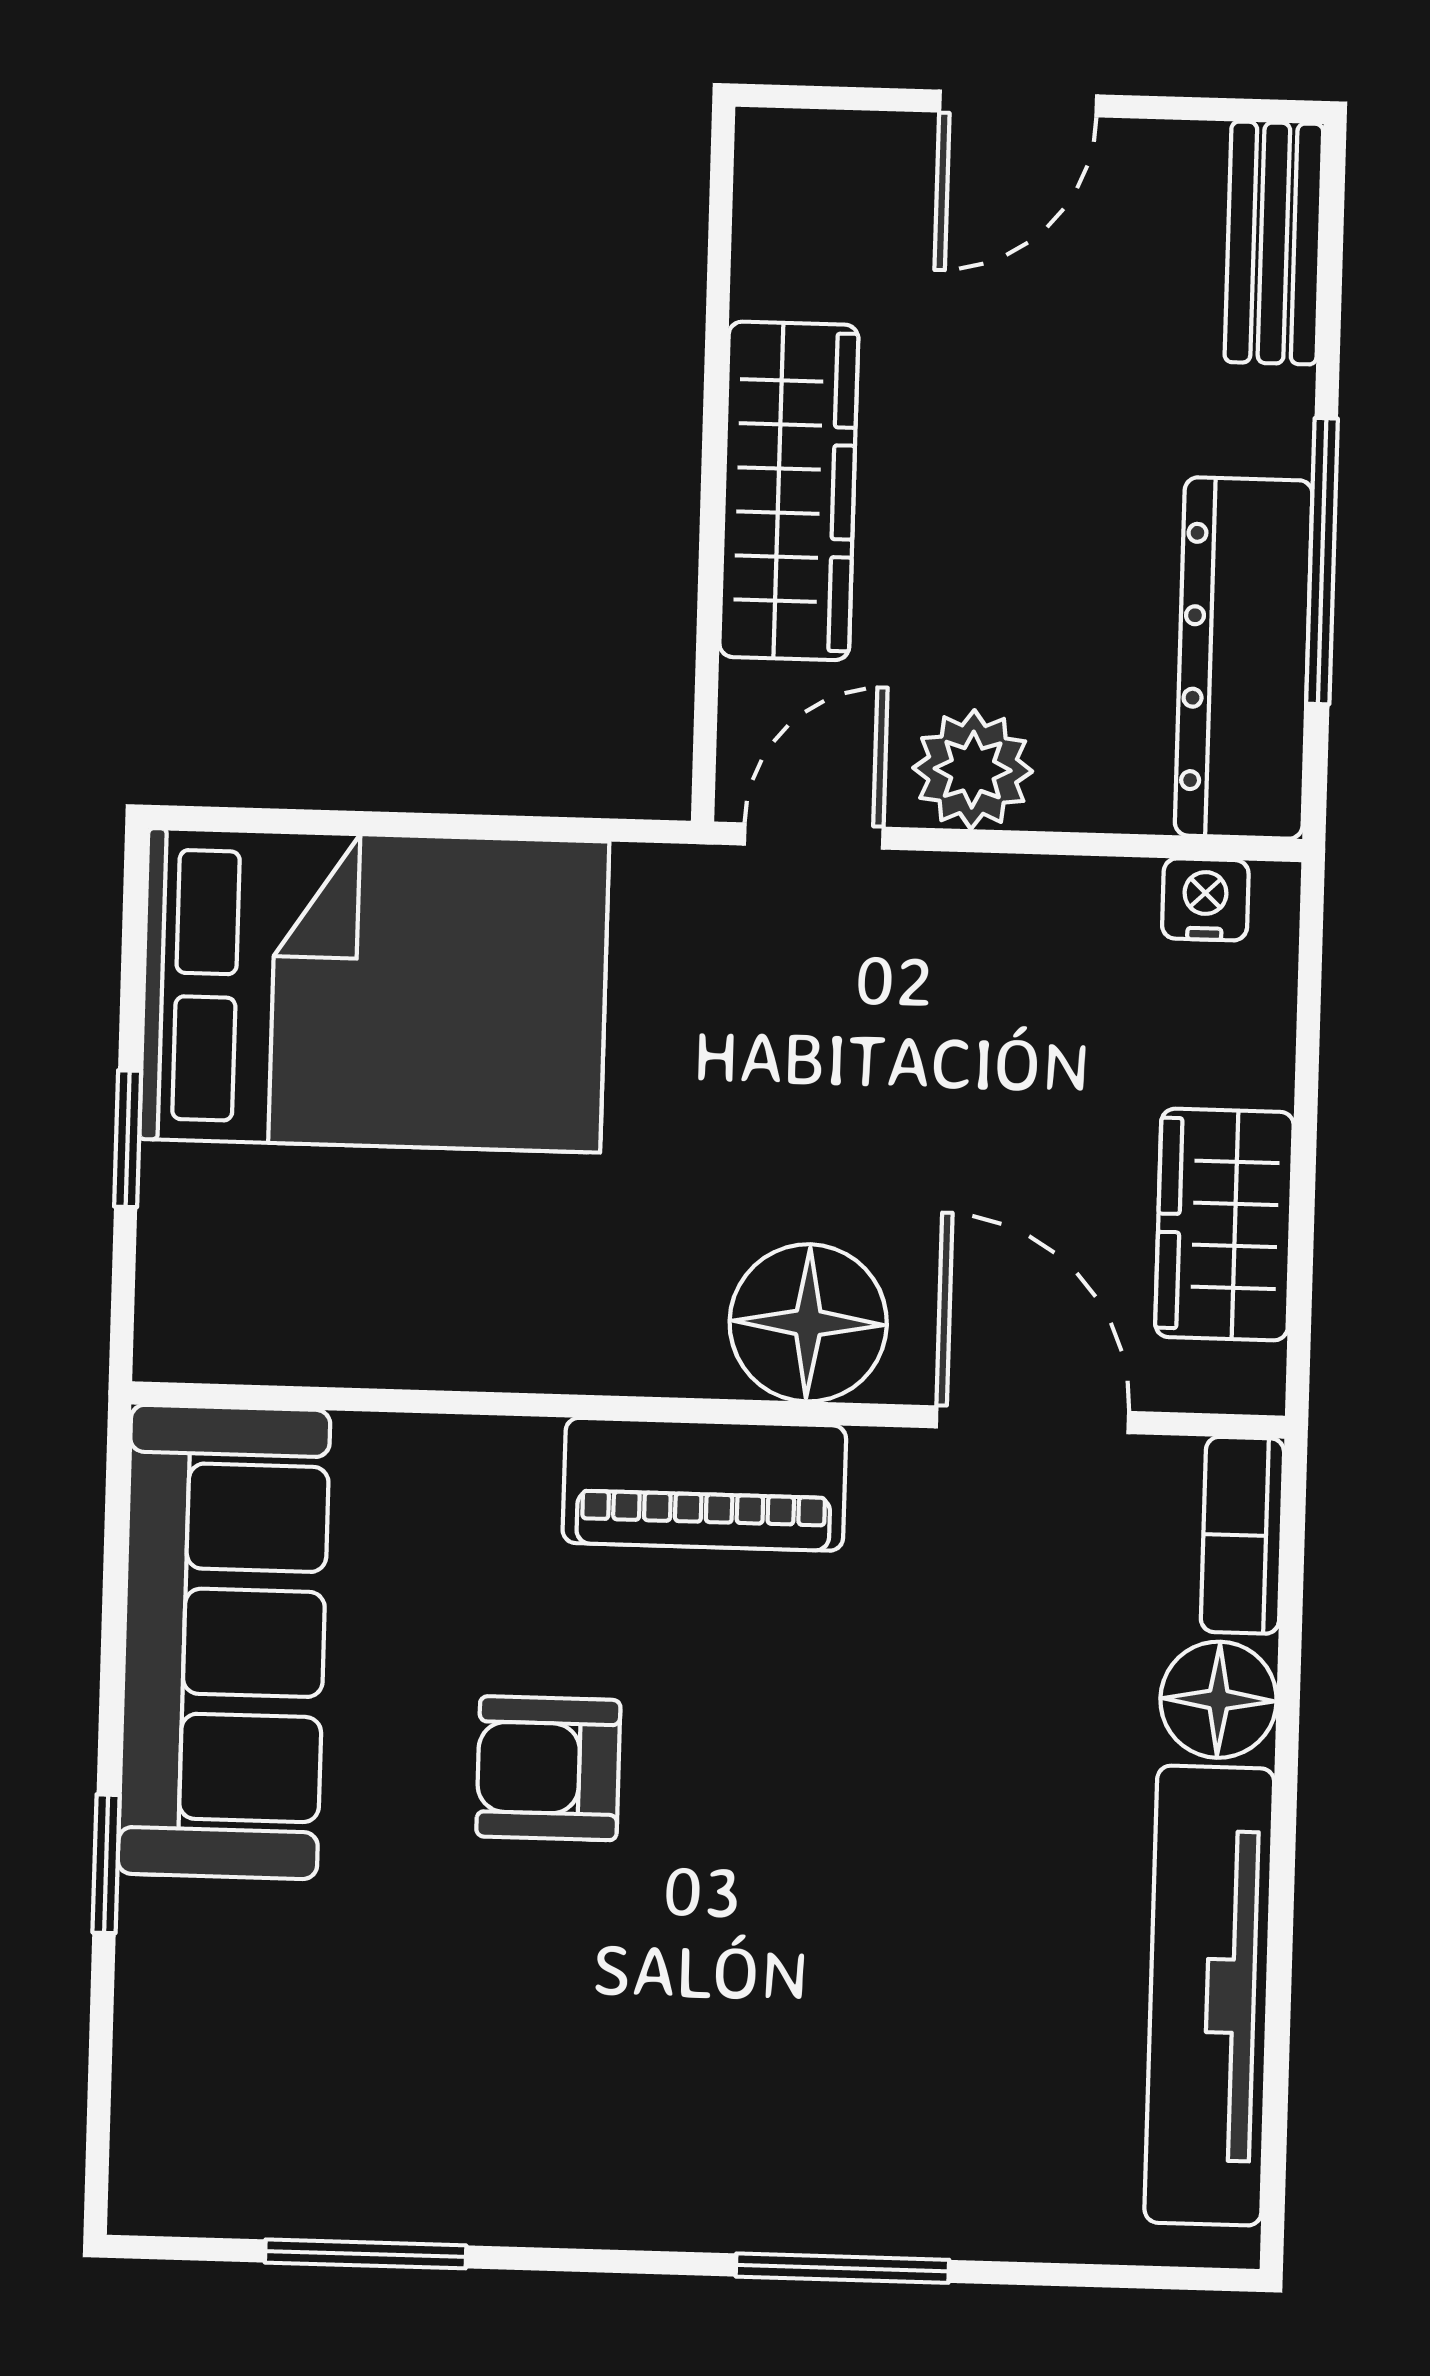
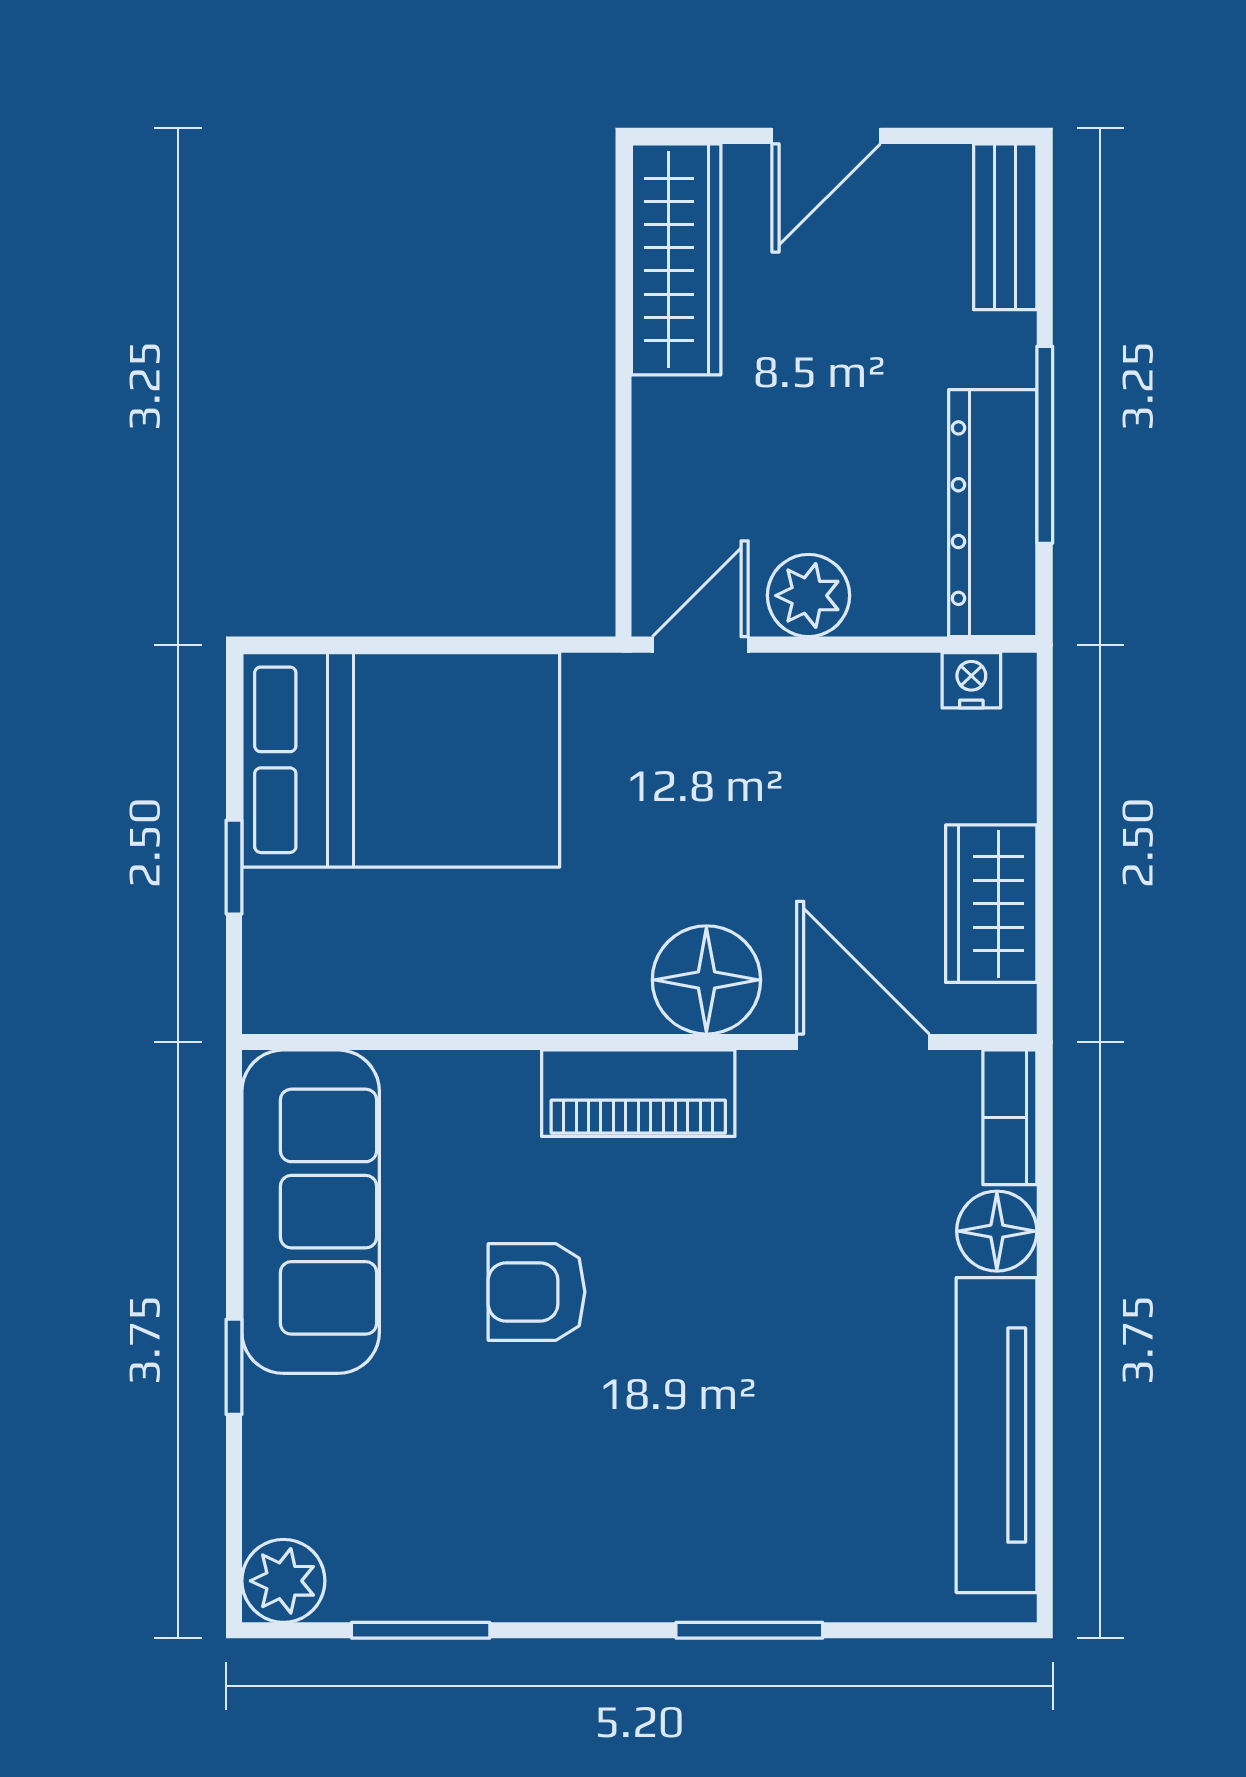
wardrobe: (789, 491) -> (676, 259), moved
plant: (169, 2176) -> (283, 1581), added

